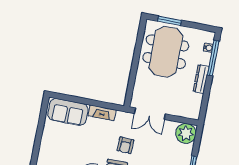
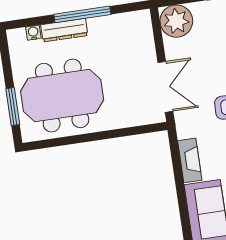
window: (213, 58) -> (82, 14), moved
dresser: (201, 79) -> (64, 30), moved

